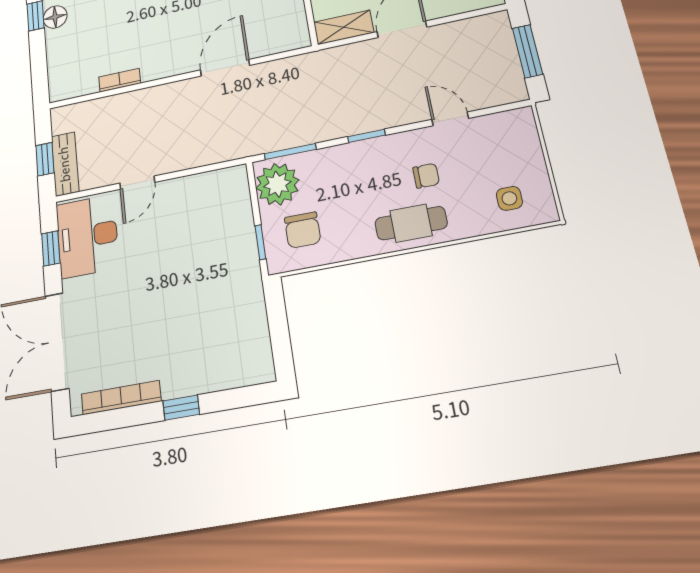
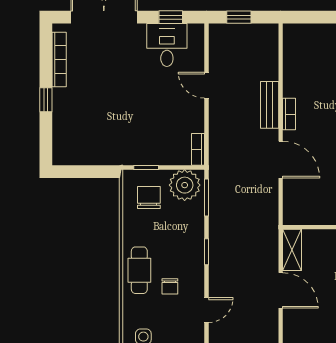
bookcase: (120, 80) -> (289, 114), moved
bench: (65, 164) -> (270, 105), moved, turned 90
bookcase: (225, 176) -> (198, 149), added
chair: (303, 230) -> (149, 197), turned 90
desk: (87, 236) -> (167, 45), width x0.73

